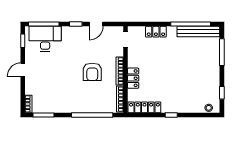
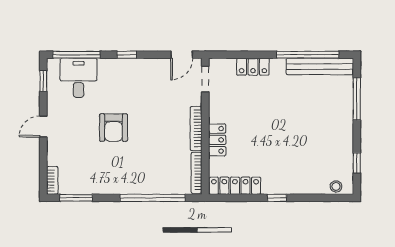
door: (96, 24) -> (182, 55), moved
desk: (45, 39) -> (79, 78), width x0.73
armchair: (92, 72) -> (113, 128), moved

